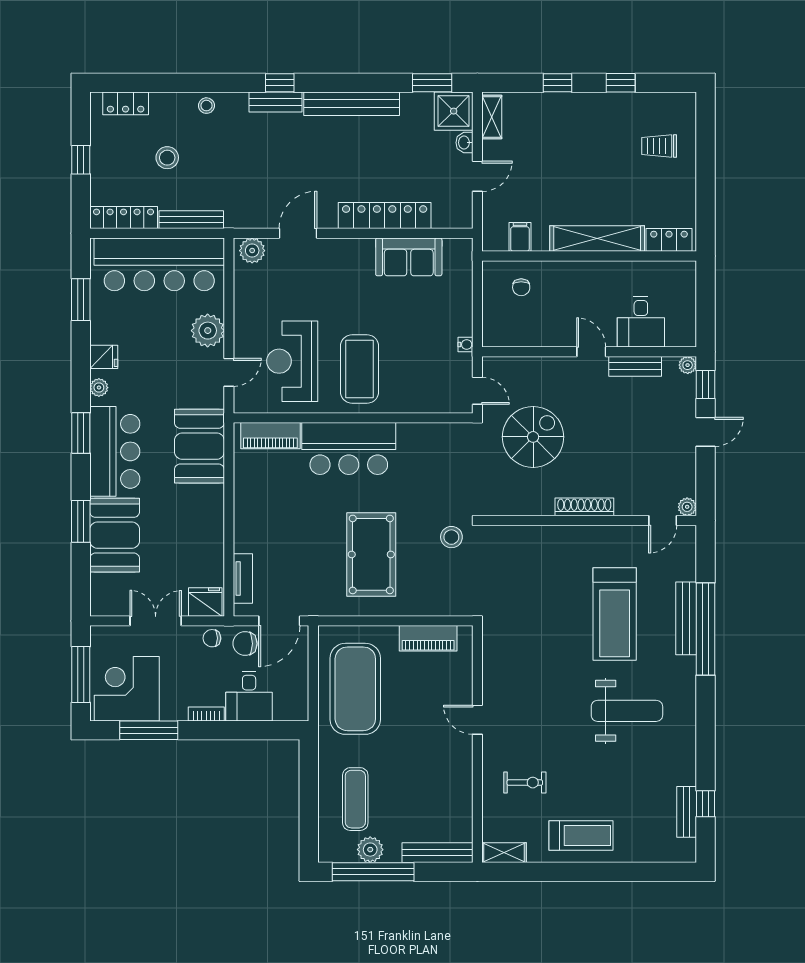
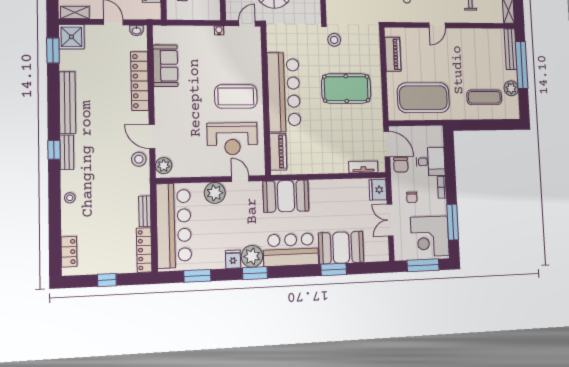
washbasin: (464, 143) -> (137, 30), moved
stool: (167, 158) -> (139, 159), moved
bench: (191, 220) -> (145, 211), width x0.73
plant: (99, 388) -> (252, 256), width x1.88, depth x1.88
window: (81, 433) -> (255, 273), moved
bar counter: (349, 449) -> (284, 92), width x1.36
chair: (212, 638) -> (412, 197), moved
window: (373, 872) -> (522, 65), moved

